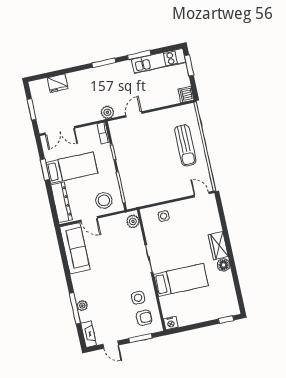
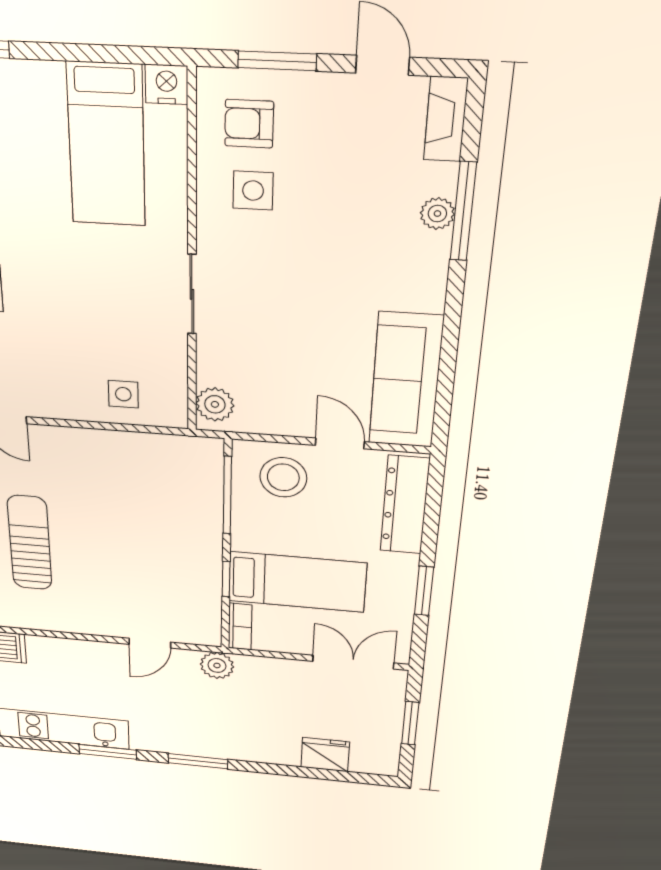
bed: (72, 168) -> (297, 582), moved, turned 180
bed: (181, 280) -> (106, 145), moved, turned -90

